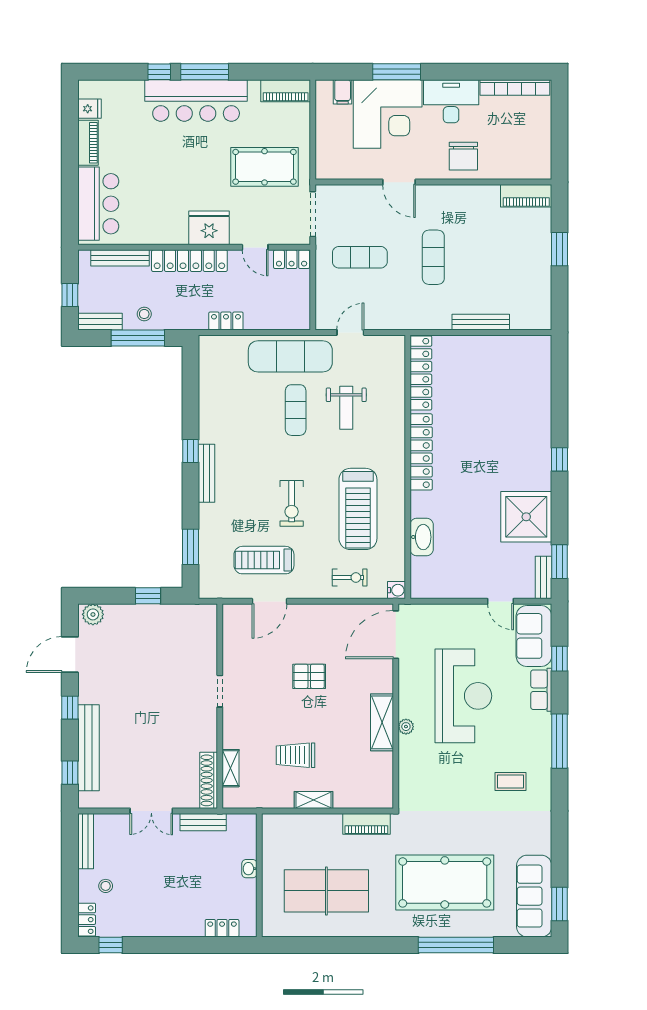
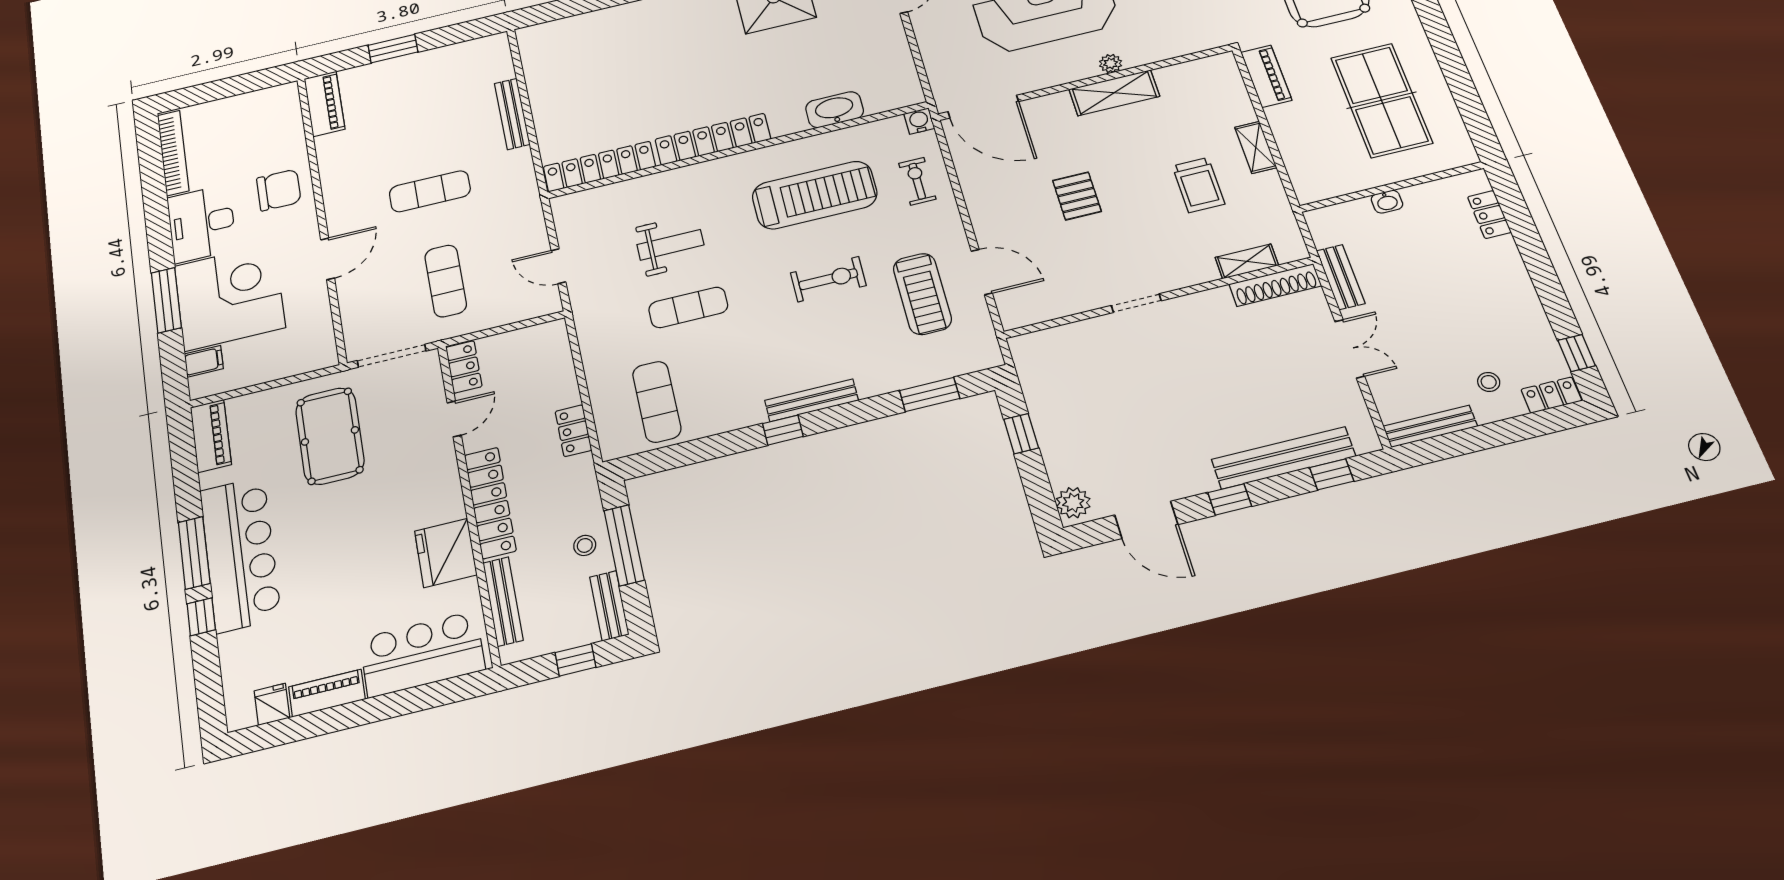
fridge: (209, 228) -> (446, 553), moved
exercise mat: (290, 356) -> (657, 402), moved, width x0.73, depth x0.69

